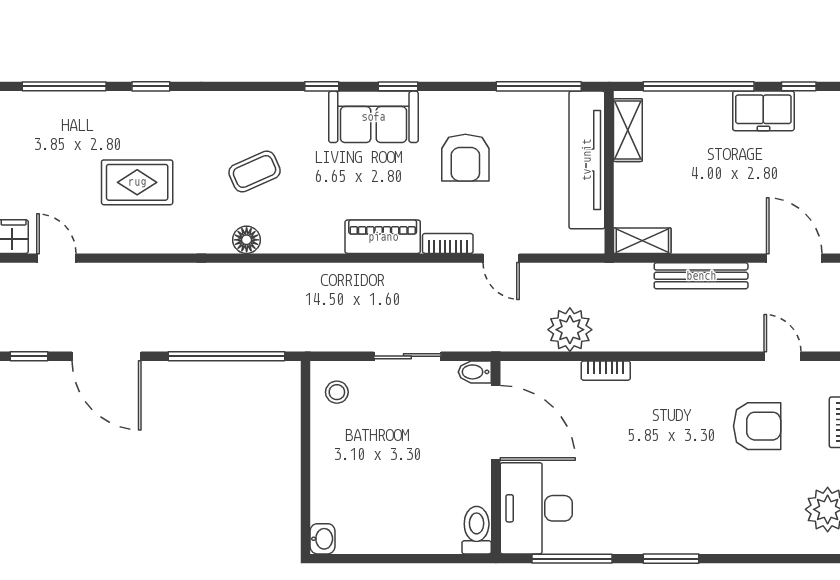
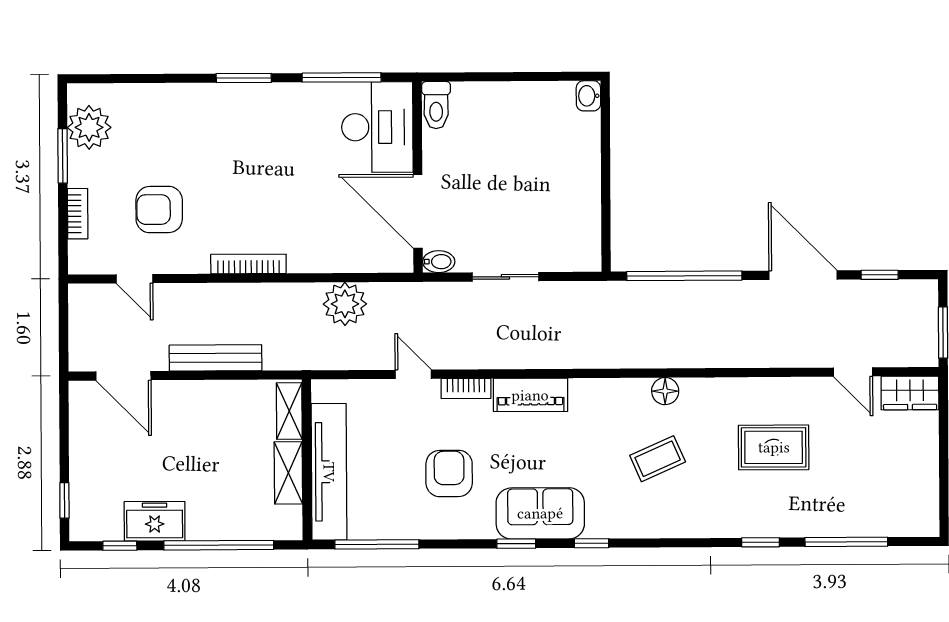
shelving: (628, 130) -> (288, 473), moved
shelving: (642, 241) -> (289, 411), moved, turned 90
bookcase: (606, 371) -> (248, 264), moved, width x1.56
stool: (337, 392) -> (575, 241), removed

